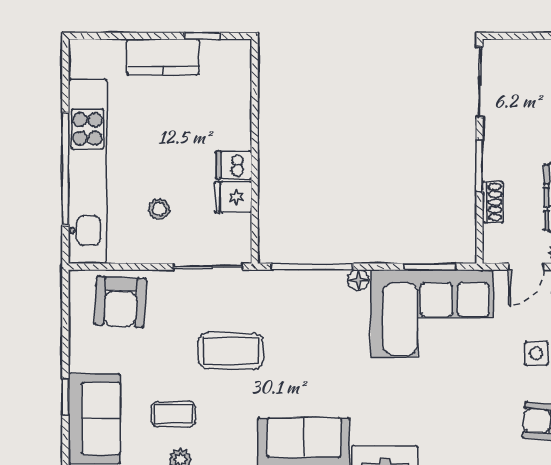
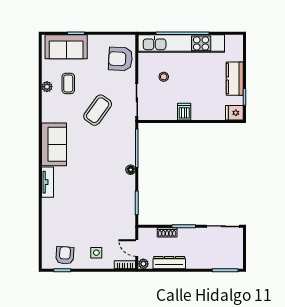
fridge: (233, 197) -> (234, 113), moved, turned -90
corner sofa: (432, 313) -> (115, 204), removed
coffee table: (231, 351) -> (98, 110), turned 36

